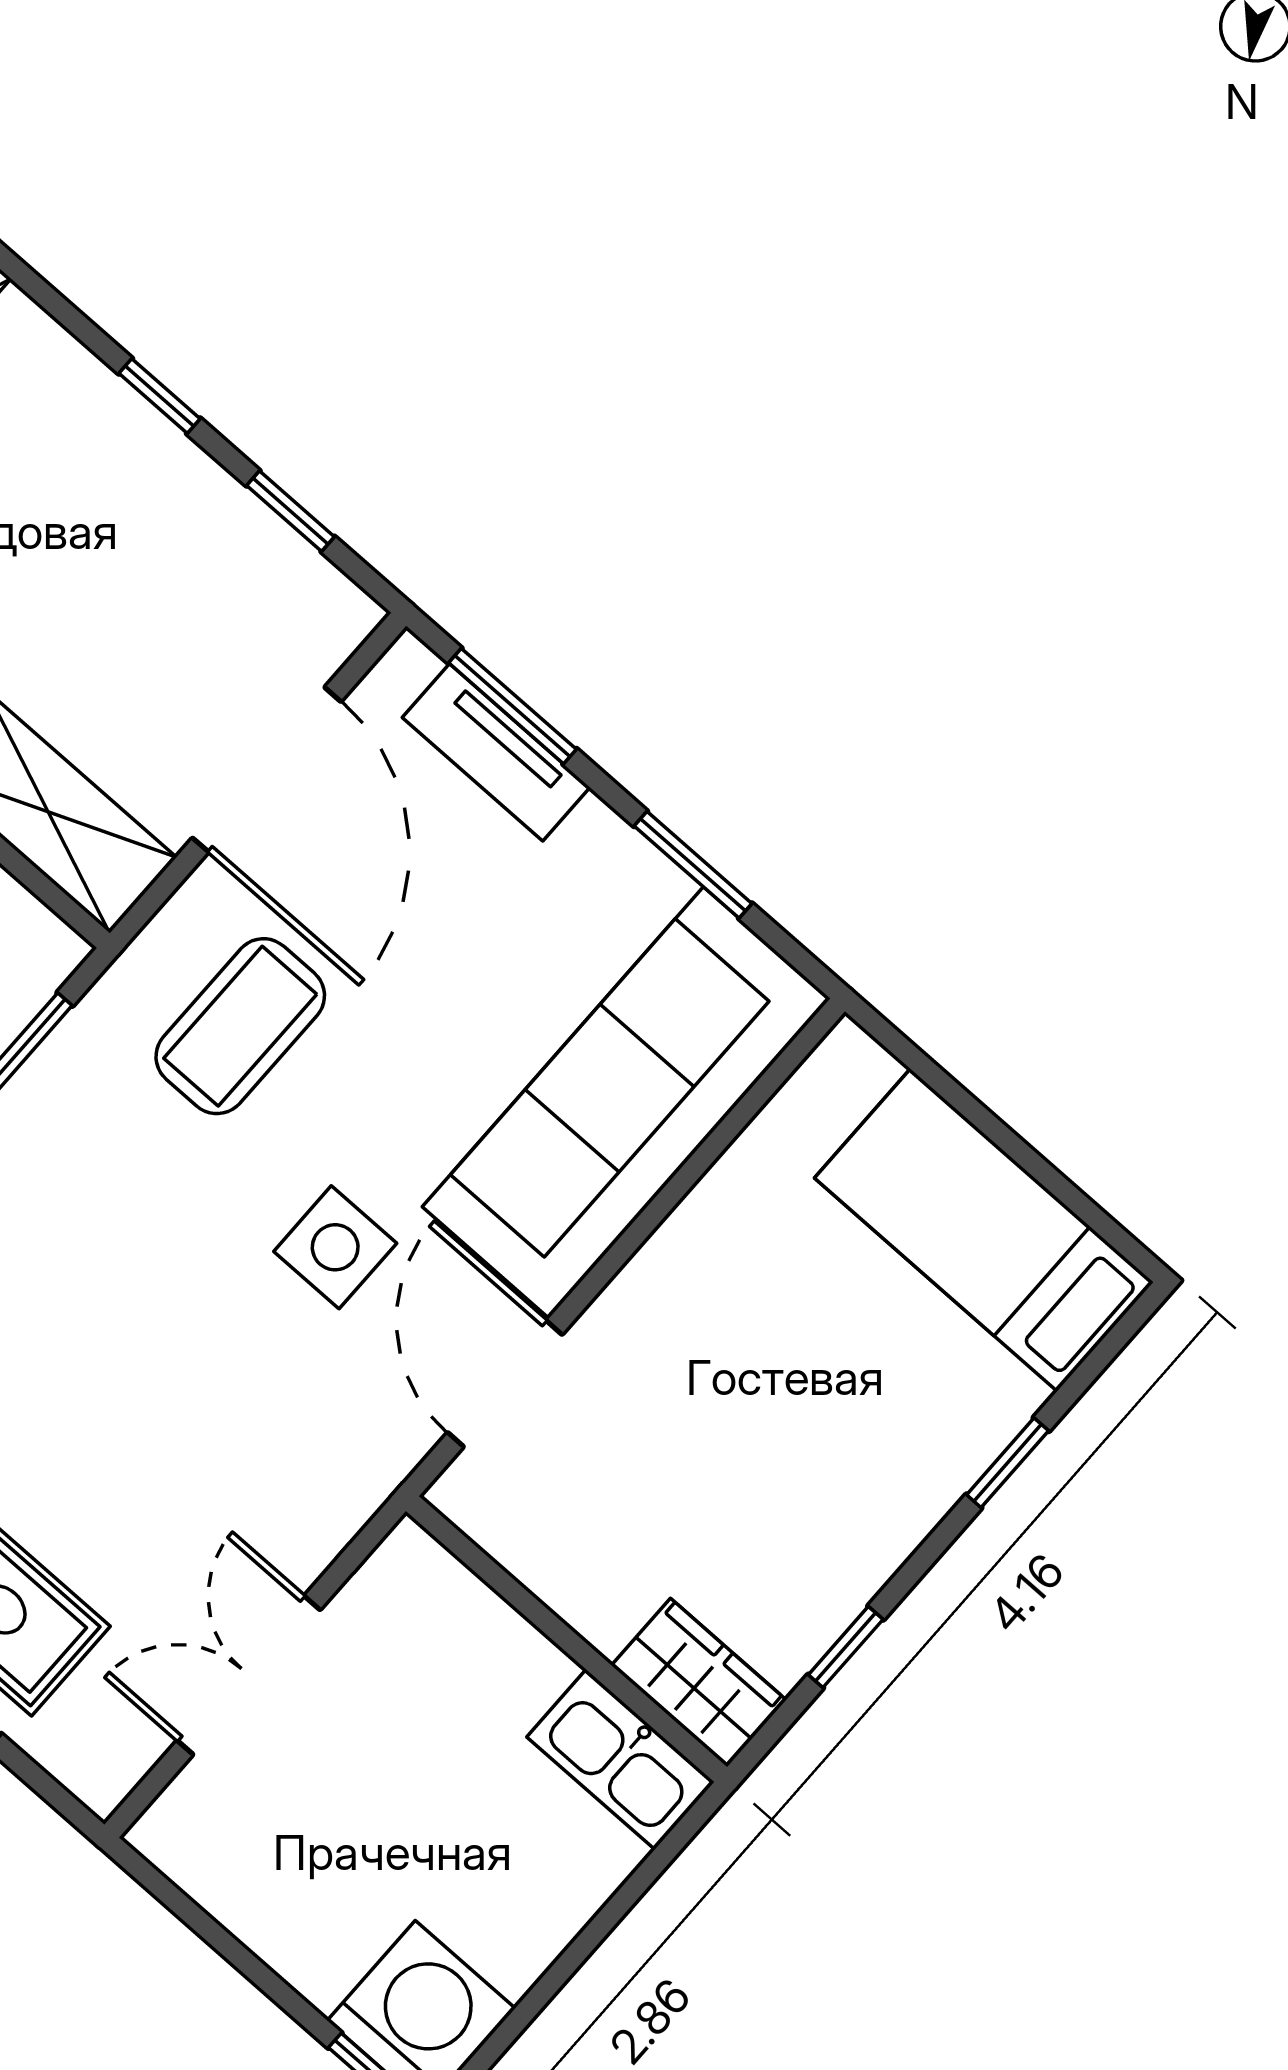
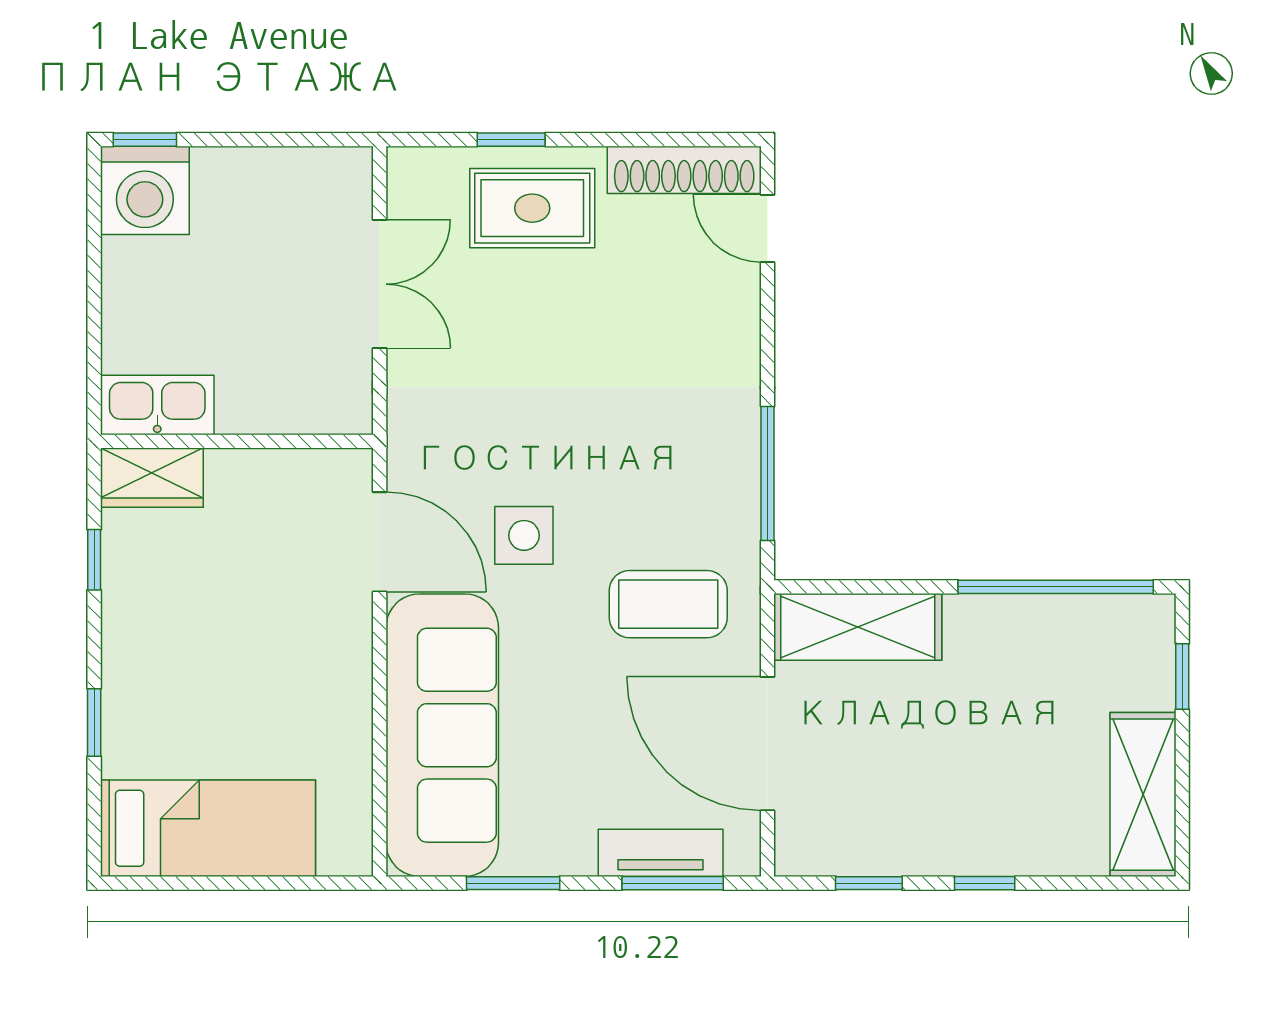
coffee table: (240, 1026) -> (668, 604), turned 90

